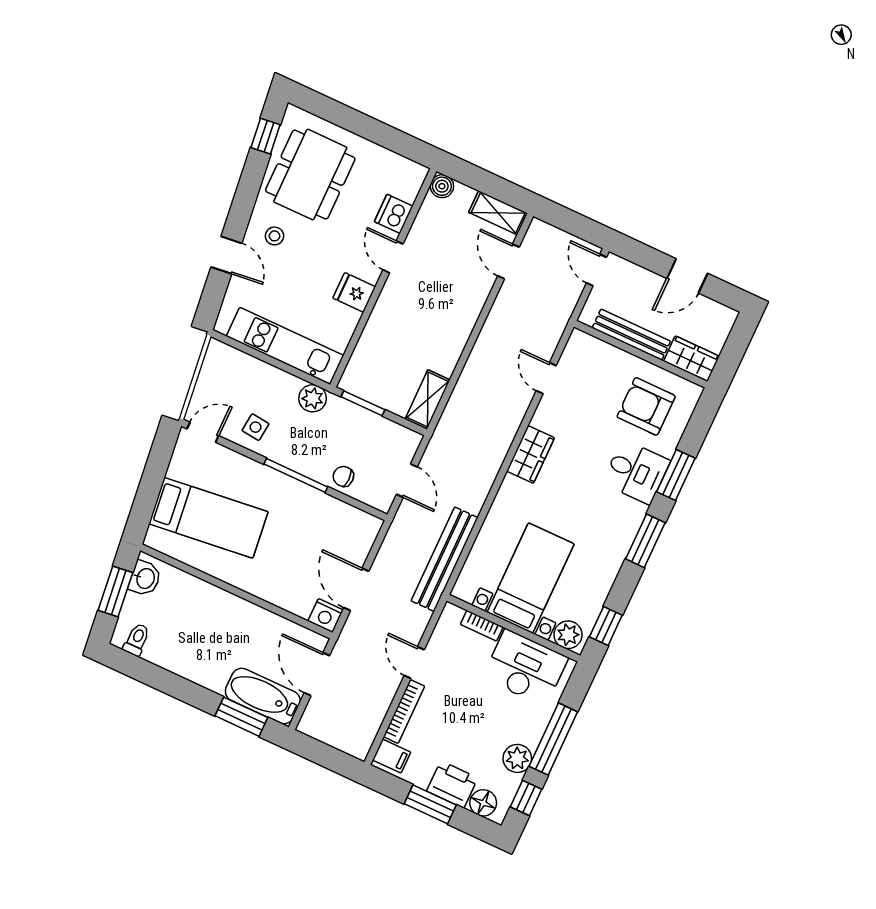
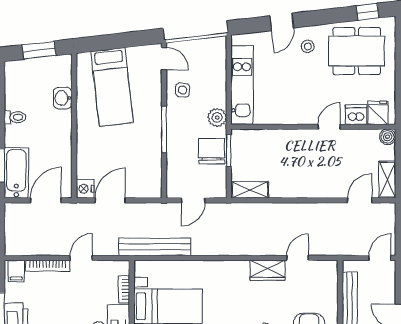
fridge: (354, 292) -> (378, 113), moved
wardrobe: (531, 454) -> (268, 270), moved
chair: (343, 476) -> (212, 151), moved, width x1.87, depth x1.87
washbasin: (145, 578) -> (63, 98), moved, turned 97
toilet: (137, 640) -> (15, 117), moved

